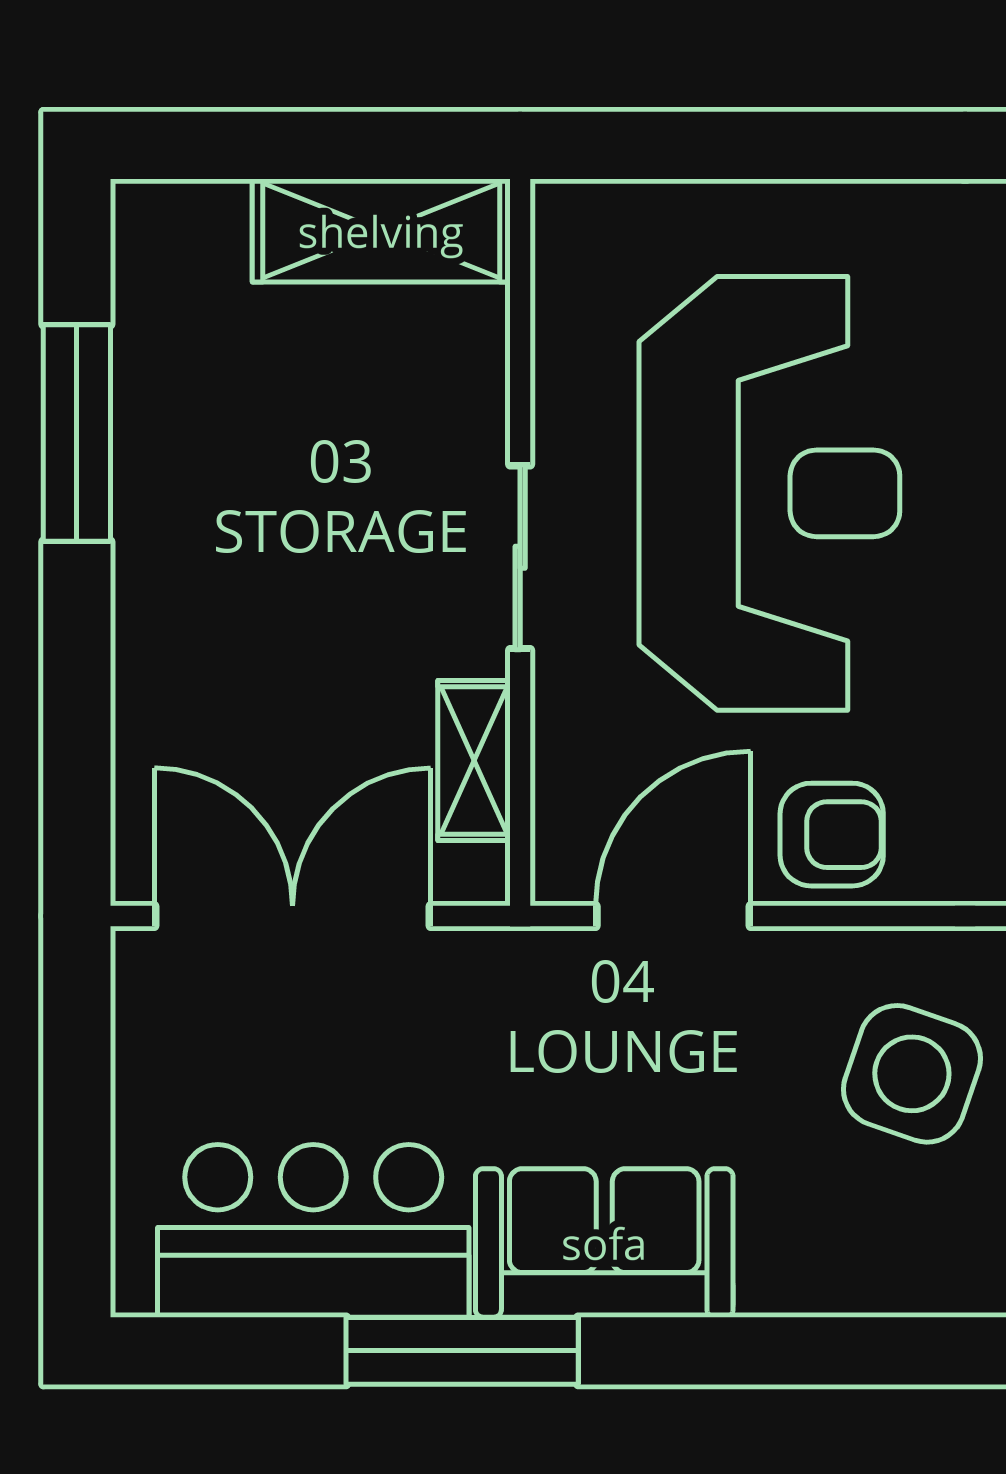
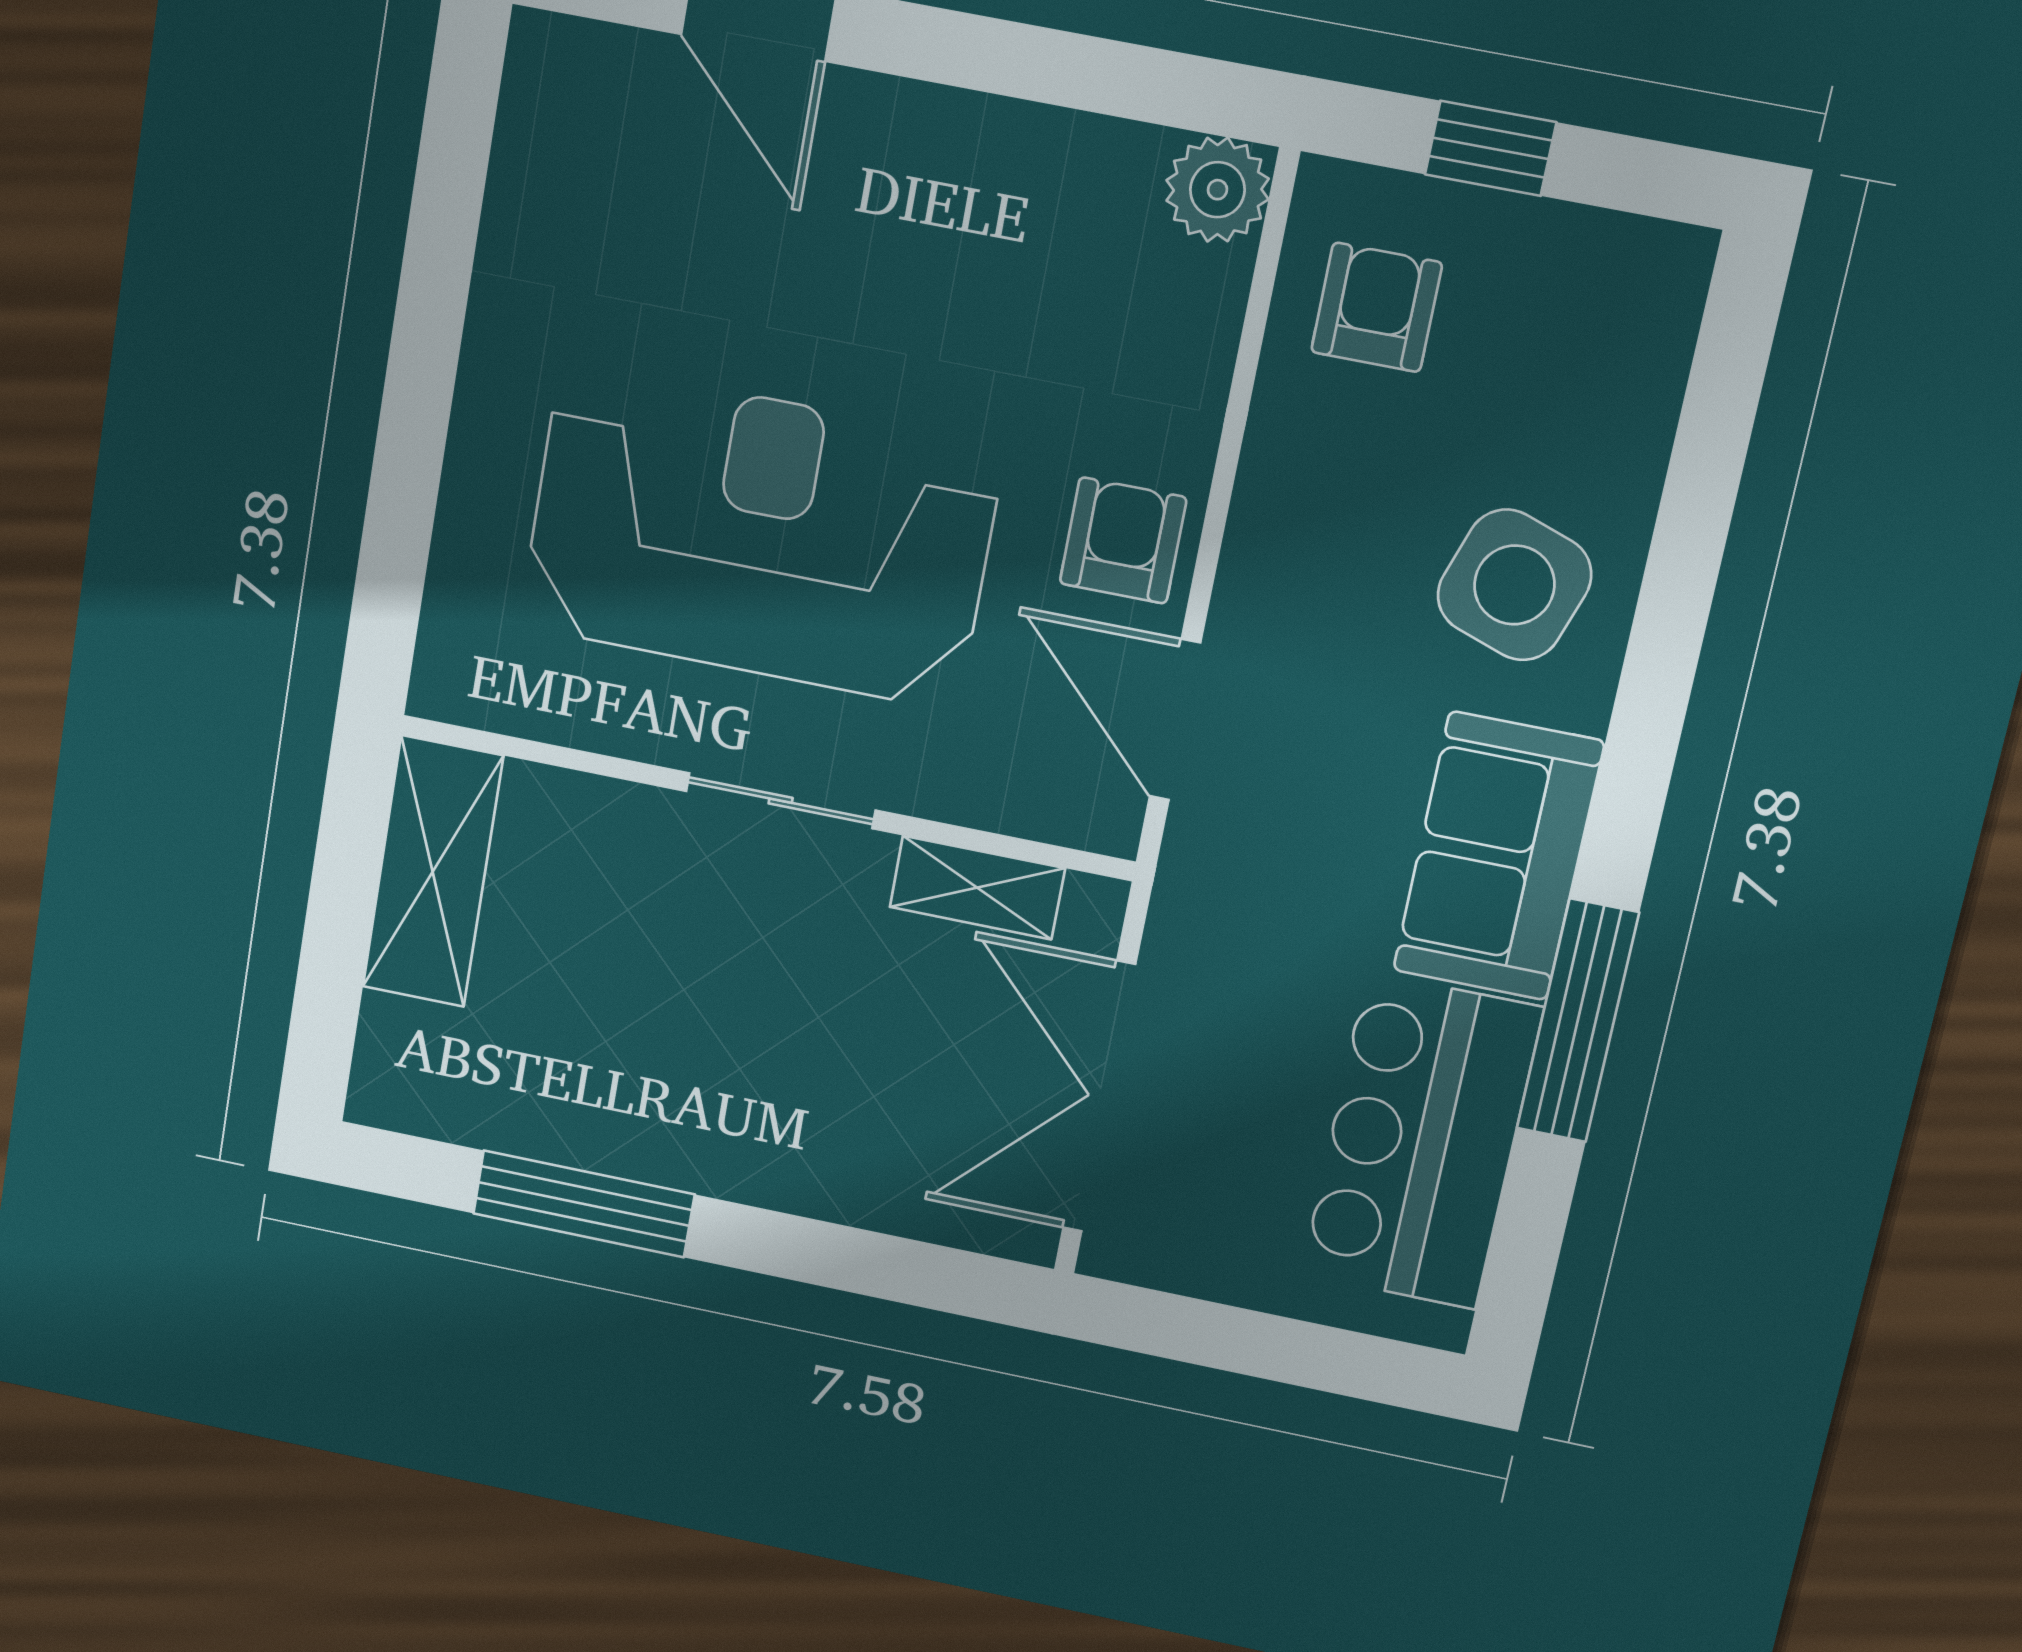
side table: (912, 1074) -> (1514, 585), moved

